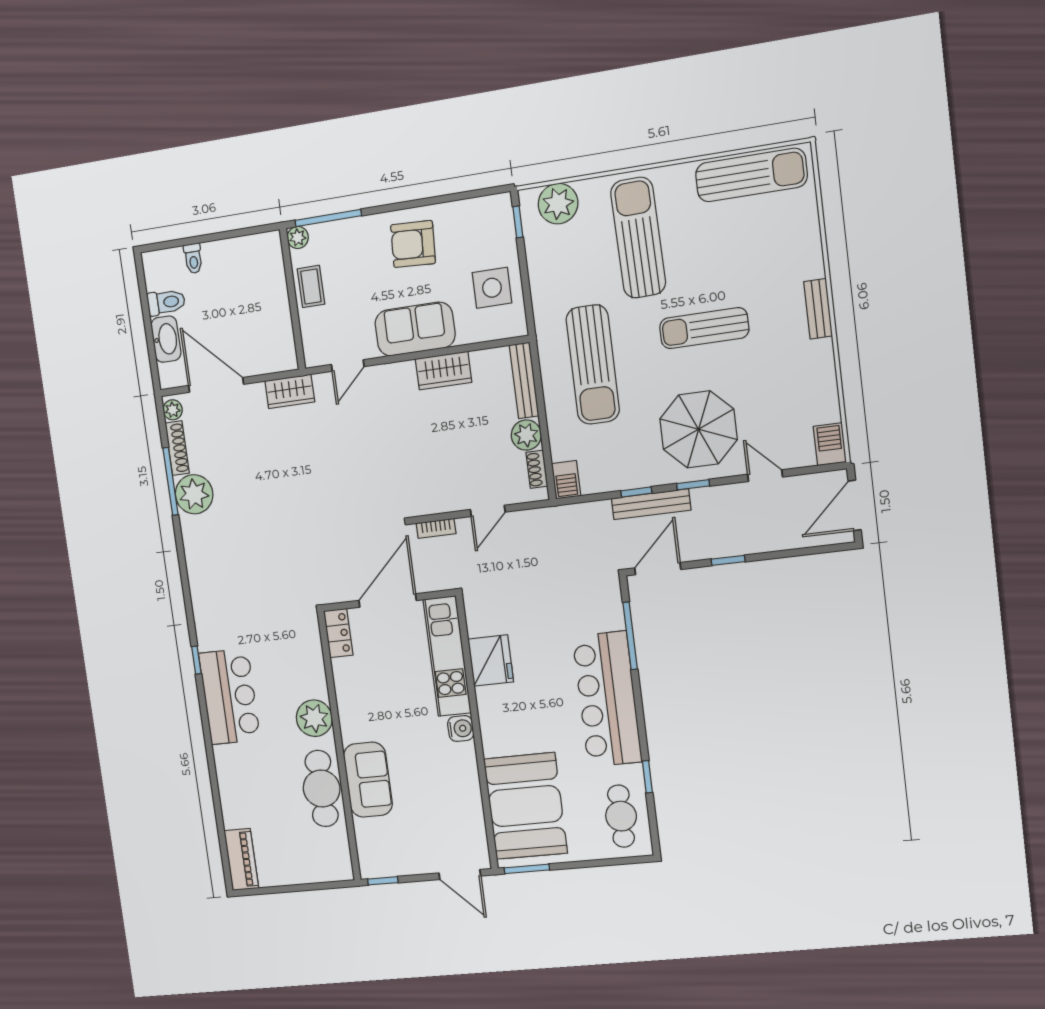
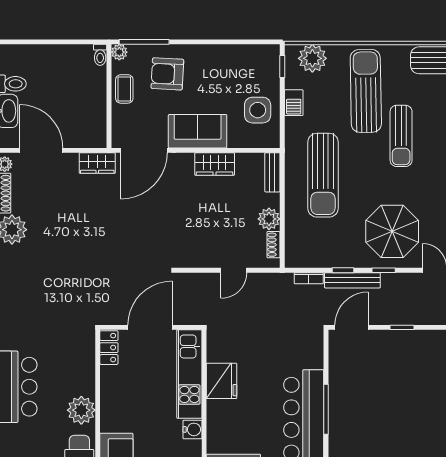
armchair: (413, 244) -> (167, 74), moved
toilet: (193, 258) -> (100, 55), moved
sun lounger: (704, 328) -> (401, 136), moved, turned -90
door: (348, 366) -> (144, 150), width x1.88
bench: (524, 380) -> (272, 172), width x0.73
barbecue: (566, 480) -> (294, 103), moved
bookcase: (436, 528) -> (309, 278), moved
window: (630, 636) -> (326, 409), moved

